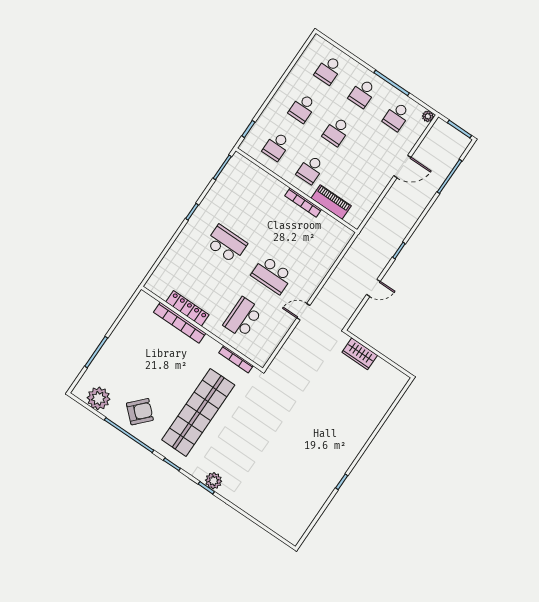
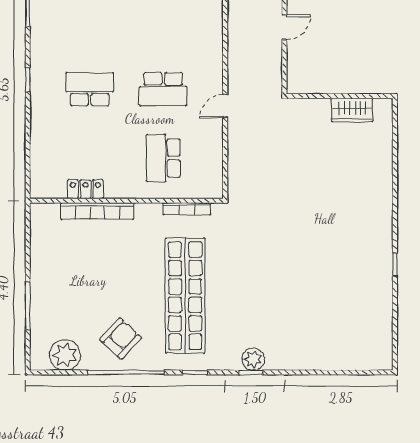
locker: (187, 308) -> (85, 189), width x0.66
wardrobe: (360, 354) -> (352, 110), moved

